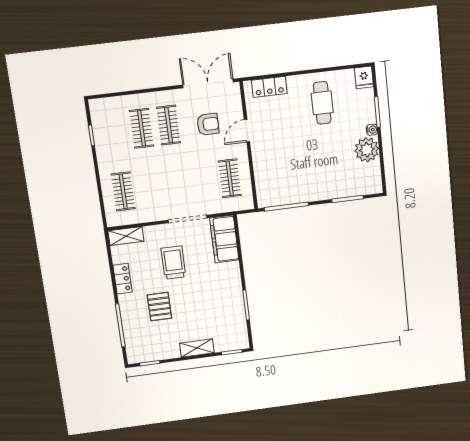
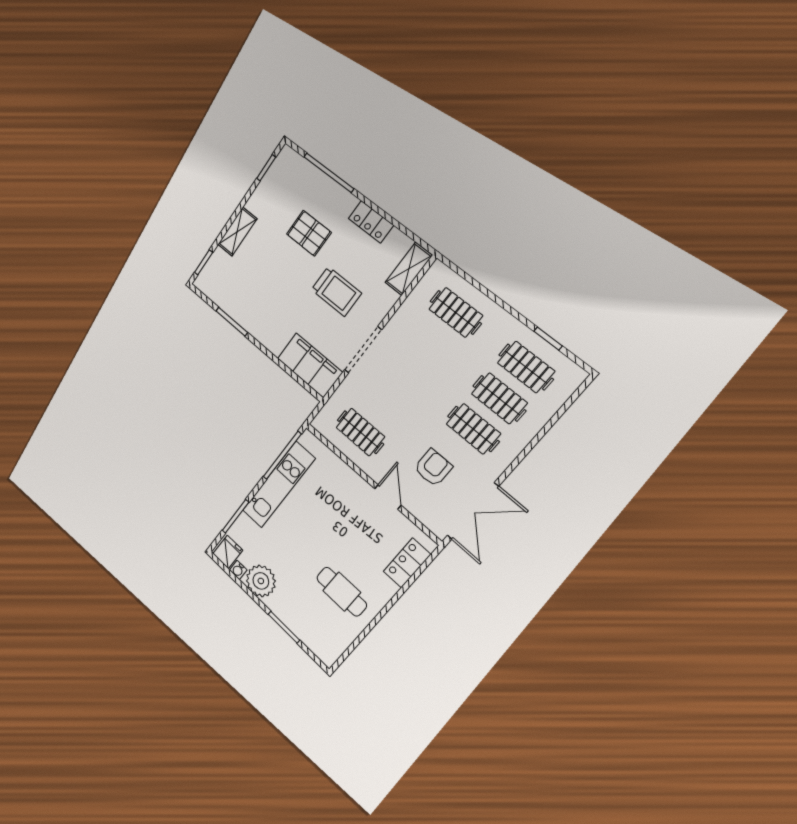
fridge: (364, 77) -> (228, 552), moved, turned 90
armchair: (208, 124) -> (433, 468), turned 180
water cooler: (372, 130) -> (238, 570), moved
clothes rail: (114, 132) -> (526, 367), added
kitchen unit: (304, 193) -> (278, 485), added

